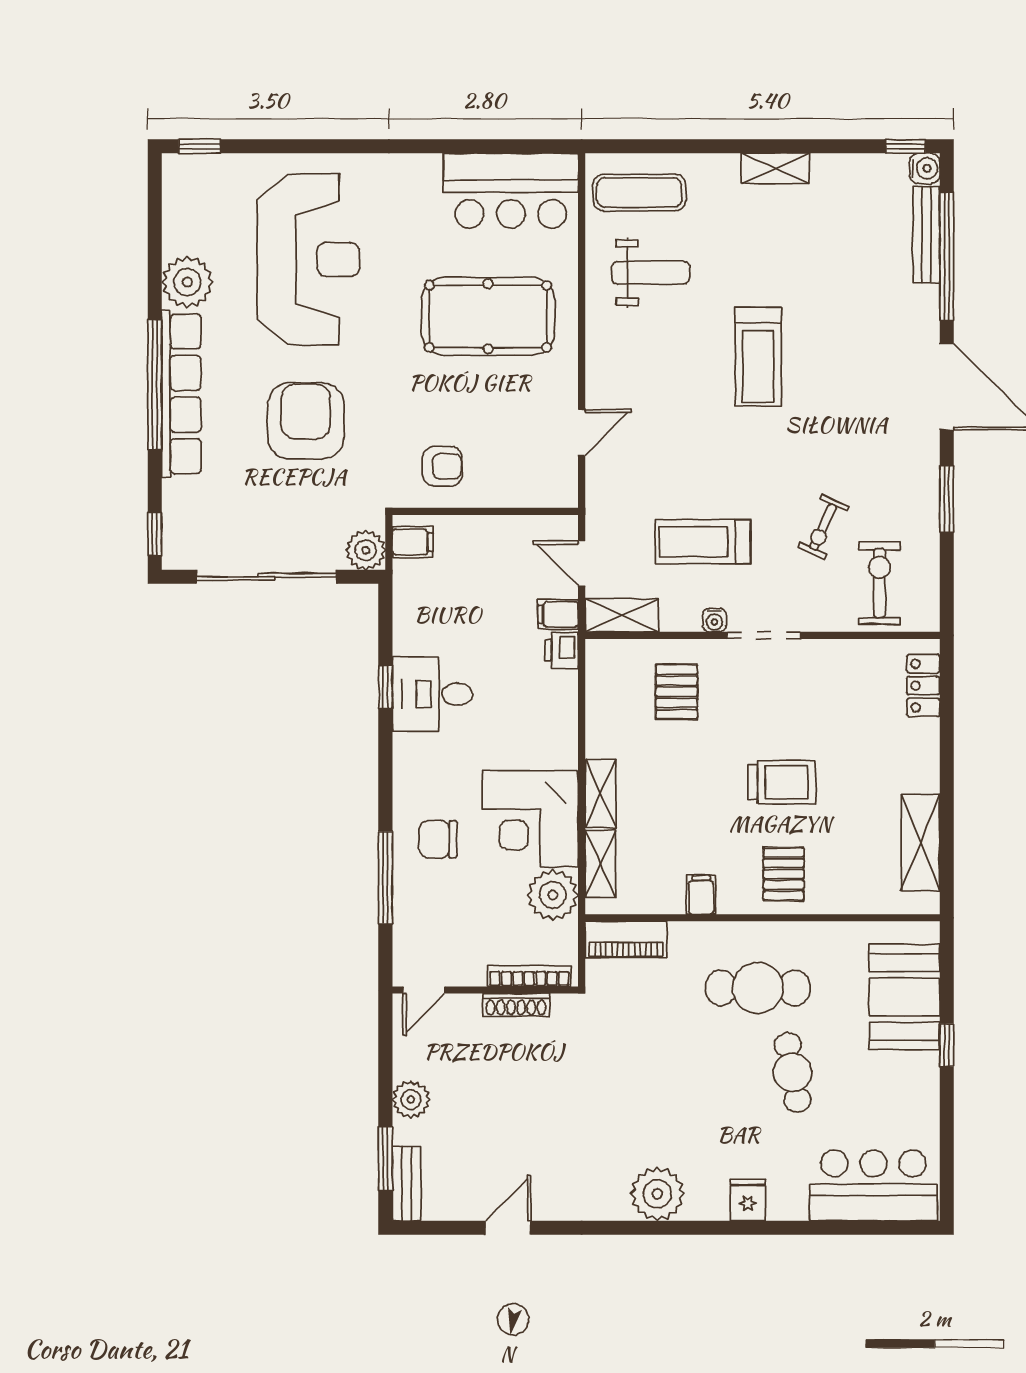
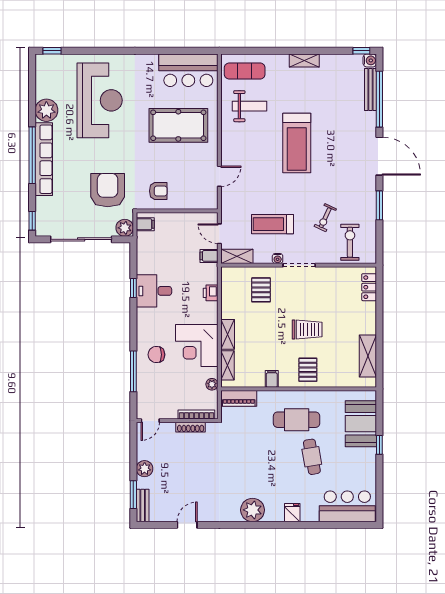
treadmill: (758, 357) -> (297, 143), width x1.37, depth x1.37
armchair: (306, 421) -> (108, 190), moved
printer: (562, 650) -> (211, 293), moved
plant: (553, 895) -> (212, 384), width x0.53, depth x0.53

